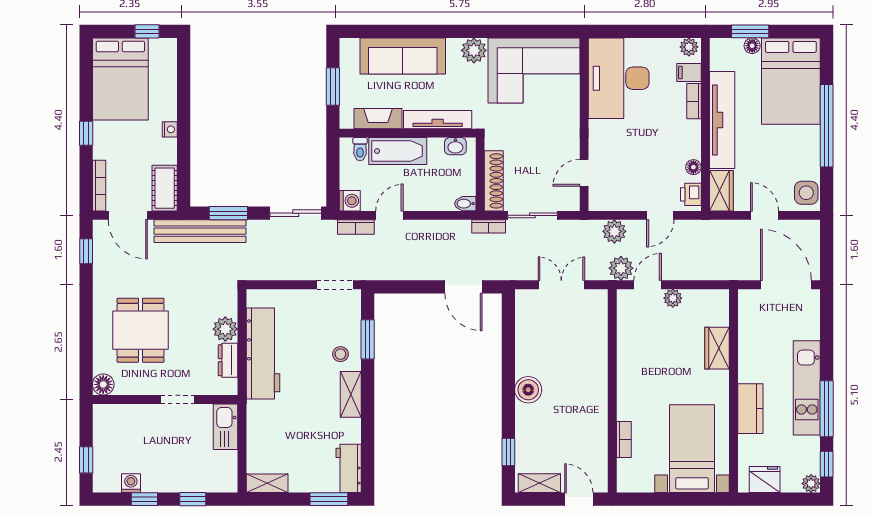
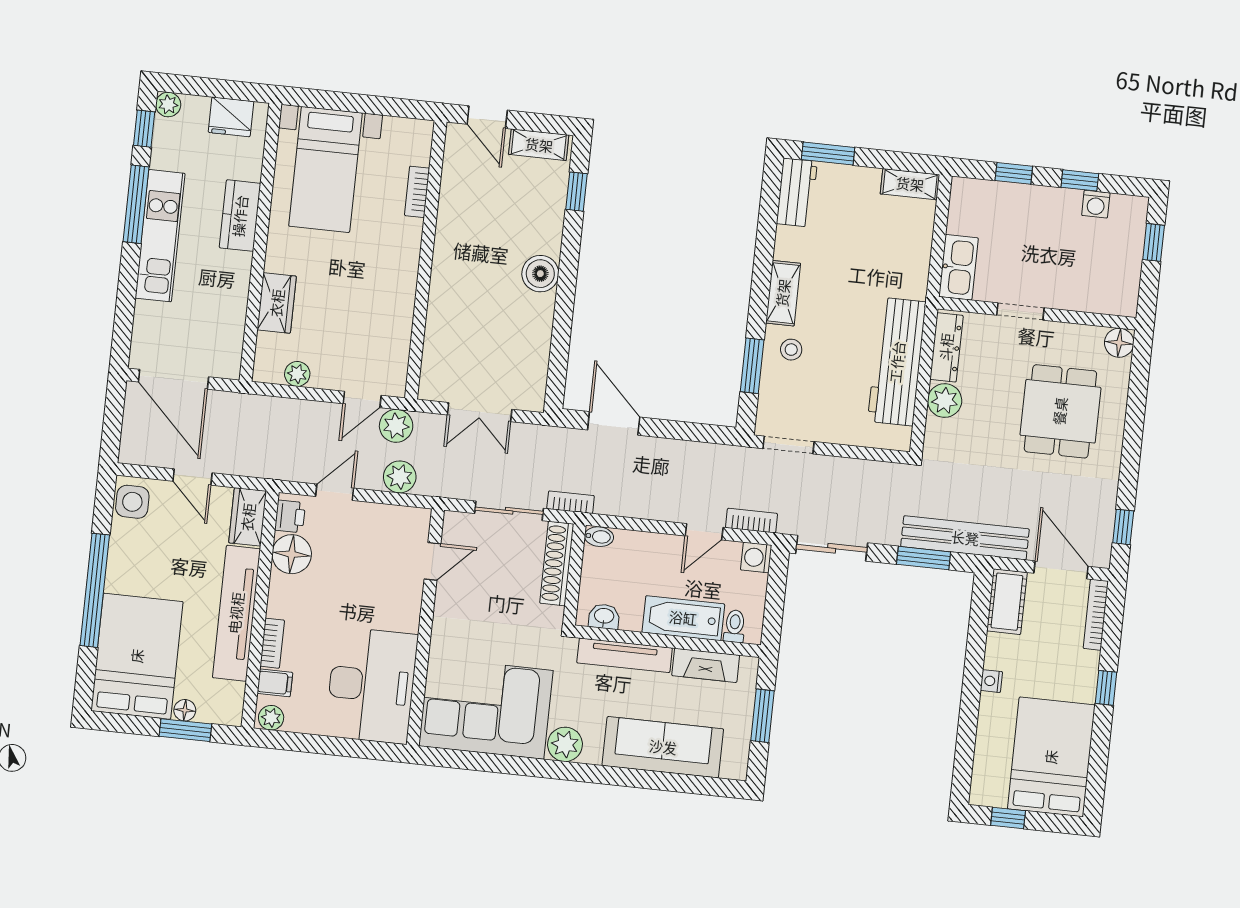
floor lamp: (693, 167) -> (292, 554), width x1.89, depth x1.89
plant: (673, 298) -> (297, 374), moved
dresser: (228, 360) -> (946, 347), width x1.44

